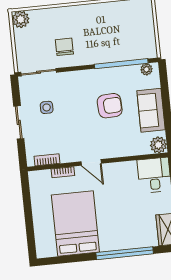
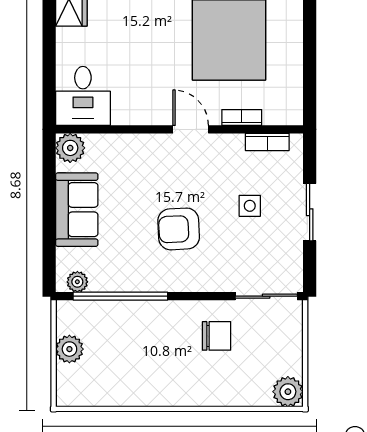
plant: (147, 31) -> (69, 349), added
chair: (64, 47) -> (216, 336), turned -90
armchair: (110, 106) -> (179, 229), moved
side table: (47, 107) -> (250, 206), moved

